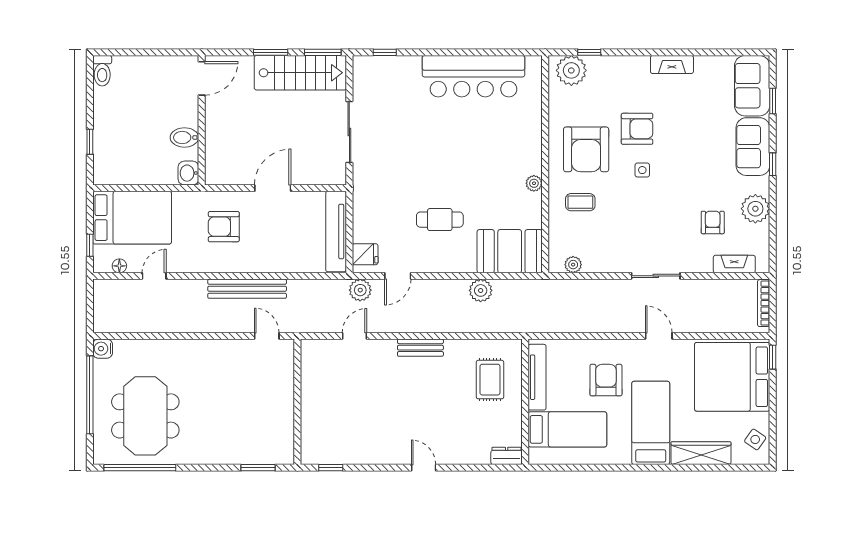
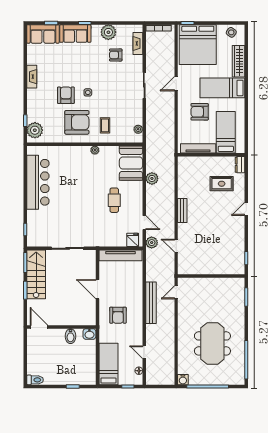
bed: (132, 218) -> (108, 364), width x0.67
rug: (490, 380) -> (222, 184), moved
meeting table: (145, 416) -> (212, 343), moved, turned 90

